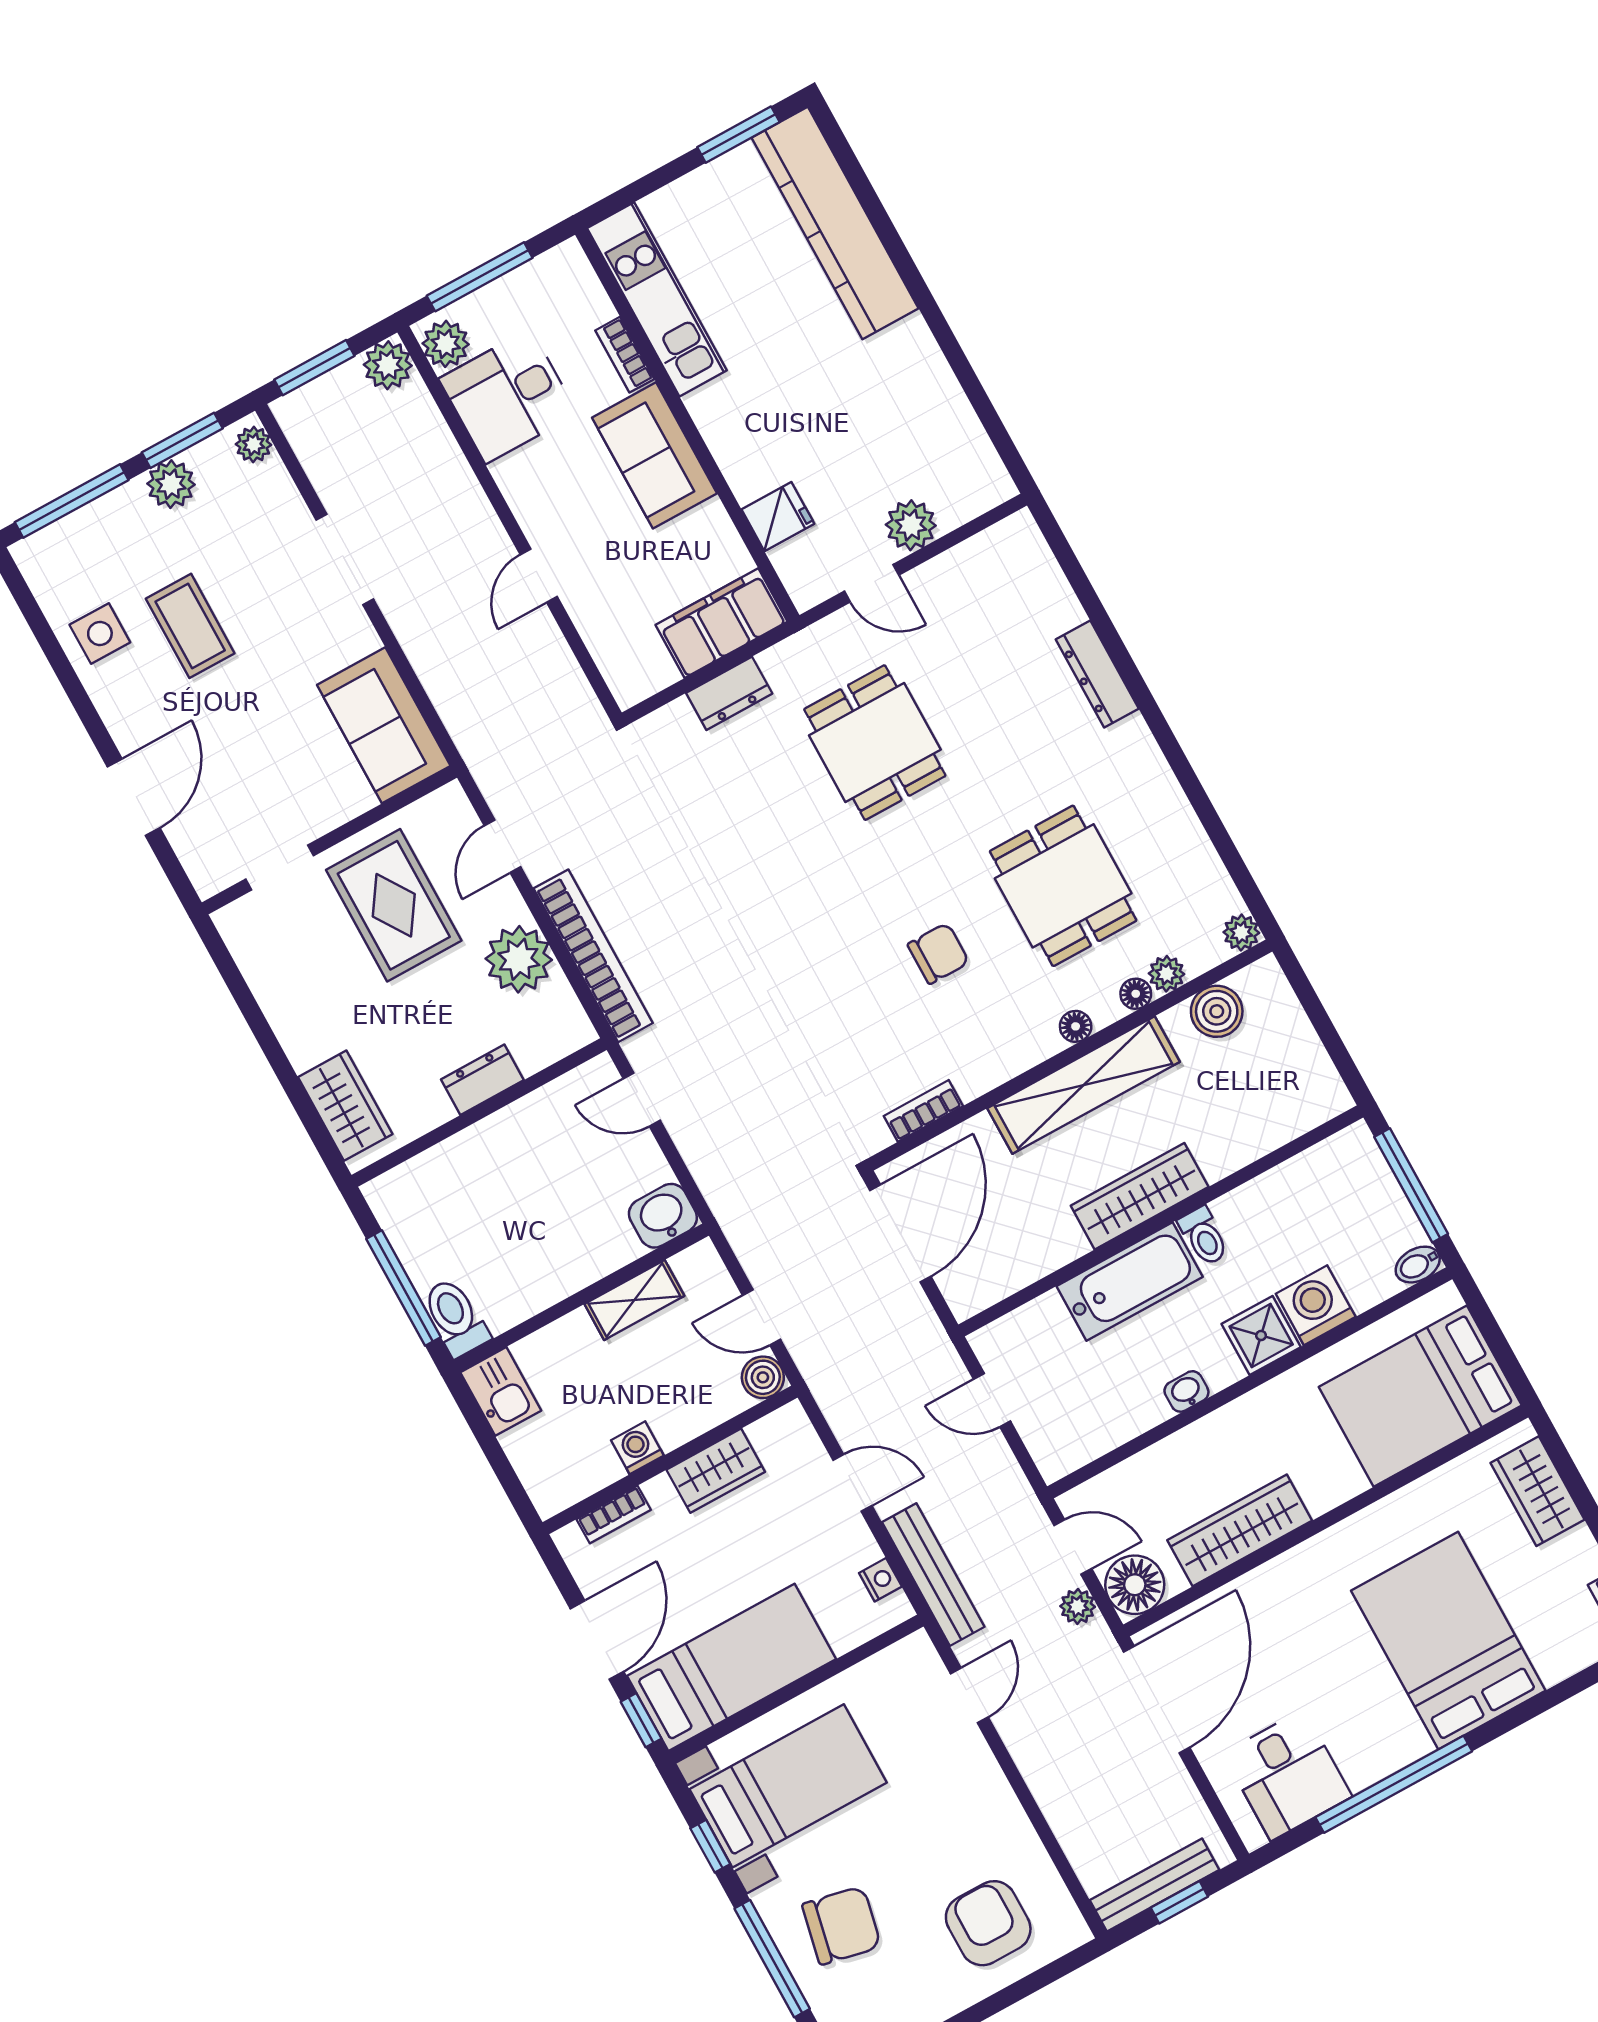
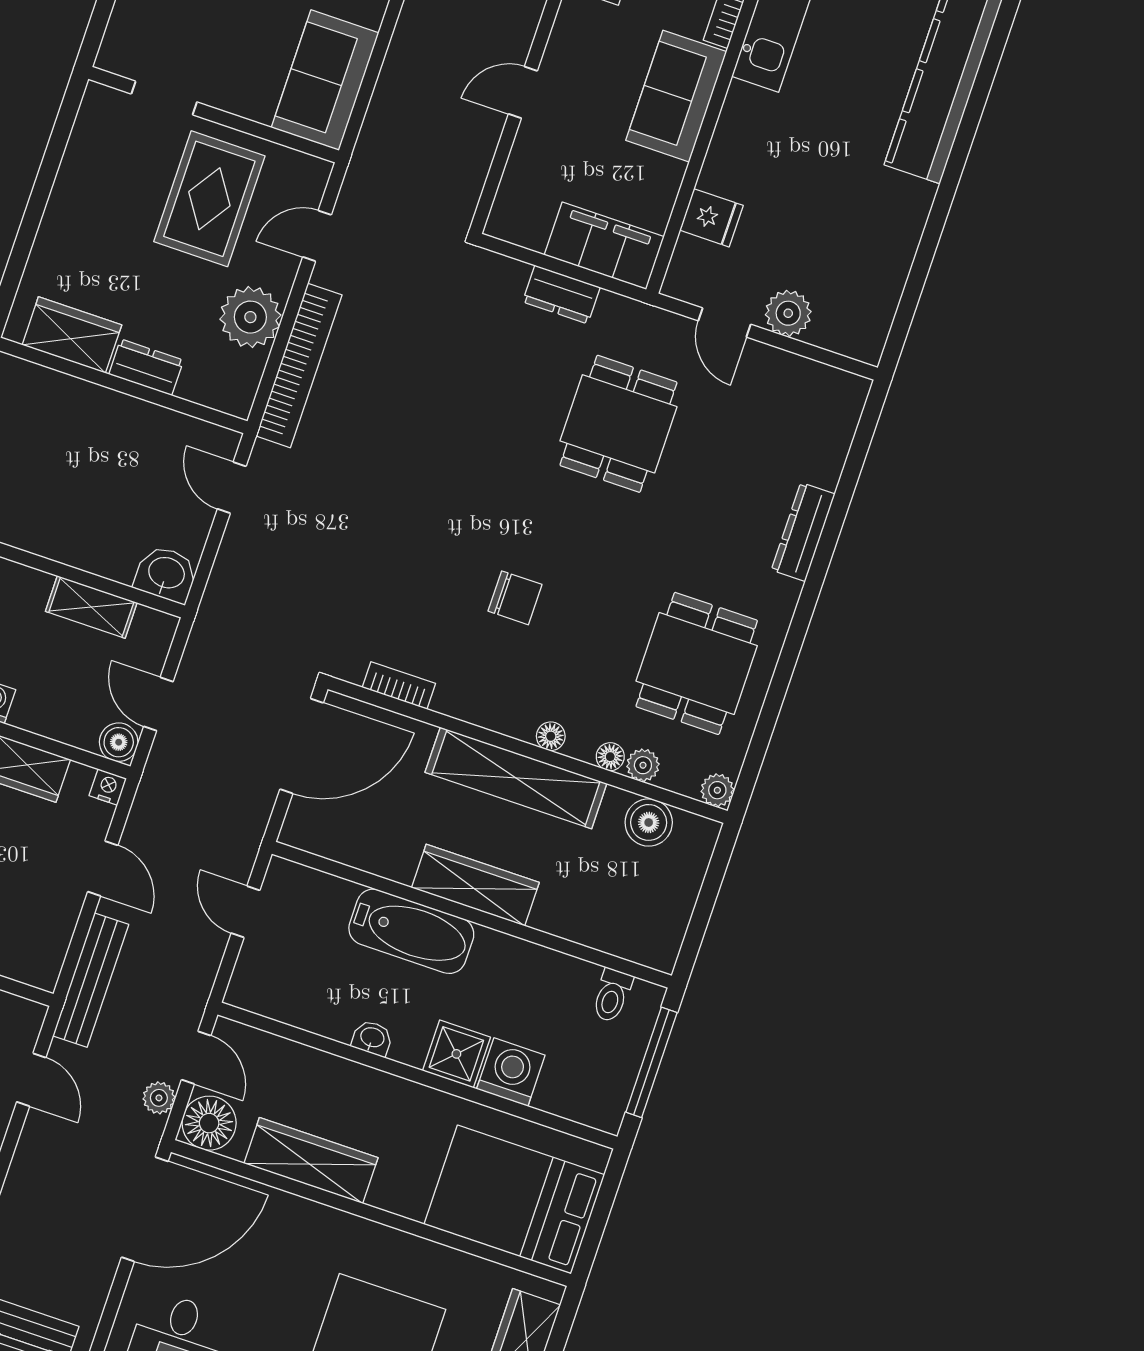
dining table: (1063, 886) -> (697, 663), moved
wardrobe: (345, 1106) -> (72, 335), moved, turned -90
toilet: (1204, 1236) -> (612, 995), moved
bidet: (1418, 1265) -> (602, 1116), removed
nightstand: (880, 1580) -> (108, 787), moved, turned -90
door: (969, 1695) -> (31, 1080), hinge flipped

